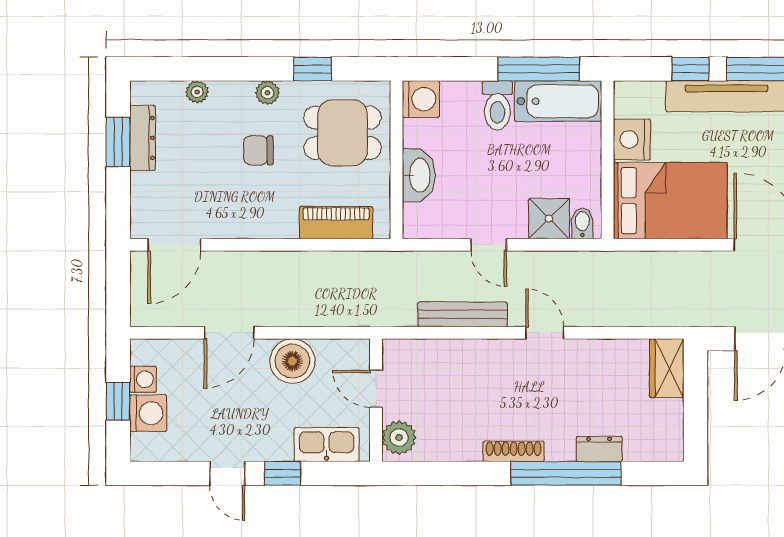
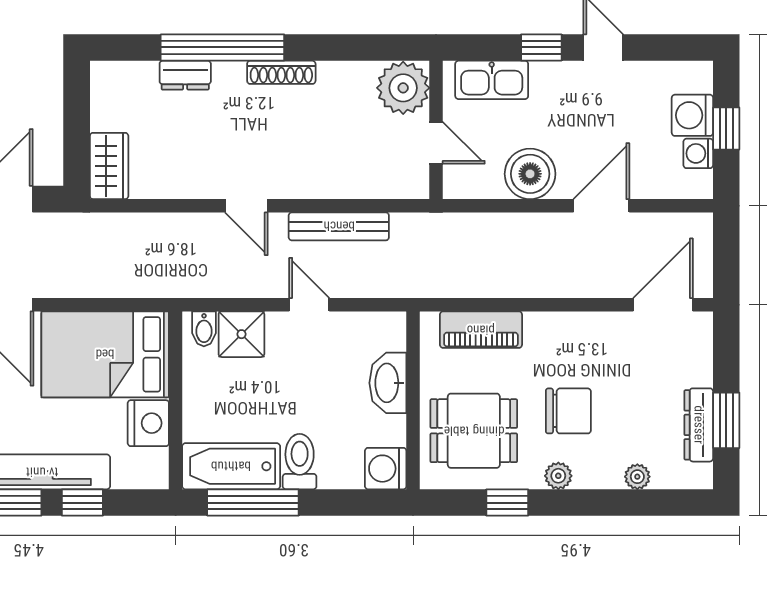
chair: (258, 150) -> (568, 411), width x1.37, depth x1.37
plant: (399, 438) -> (403, 88), width x1.36, depth x1.36

